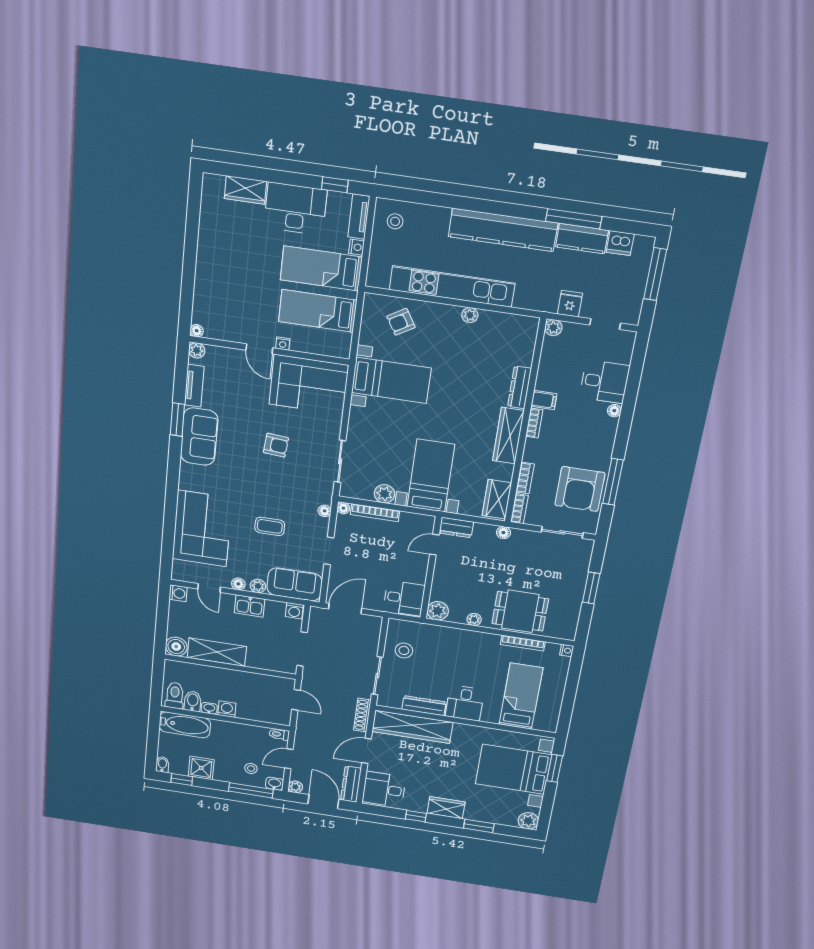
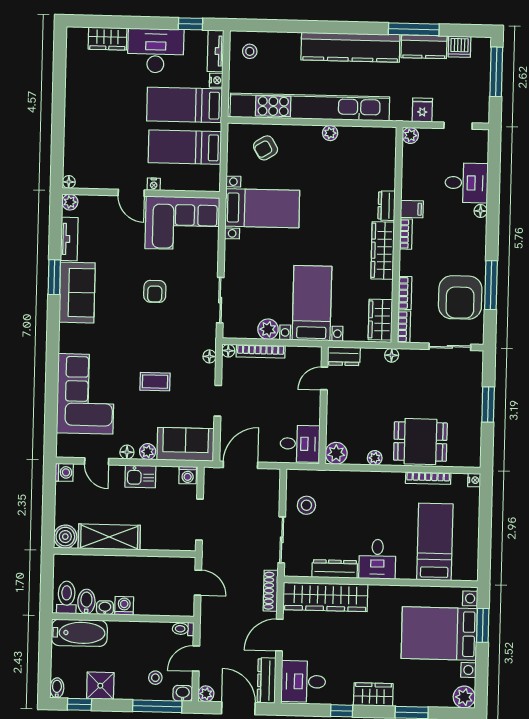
kitchen unit: (452, 286) -> (310, 107), width x1.36
dresser: (520, 387) -> (387, 206), width x0.70
armchair: (276, 445) -> (155, 291), turned 85

